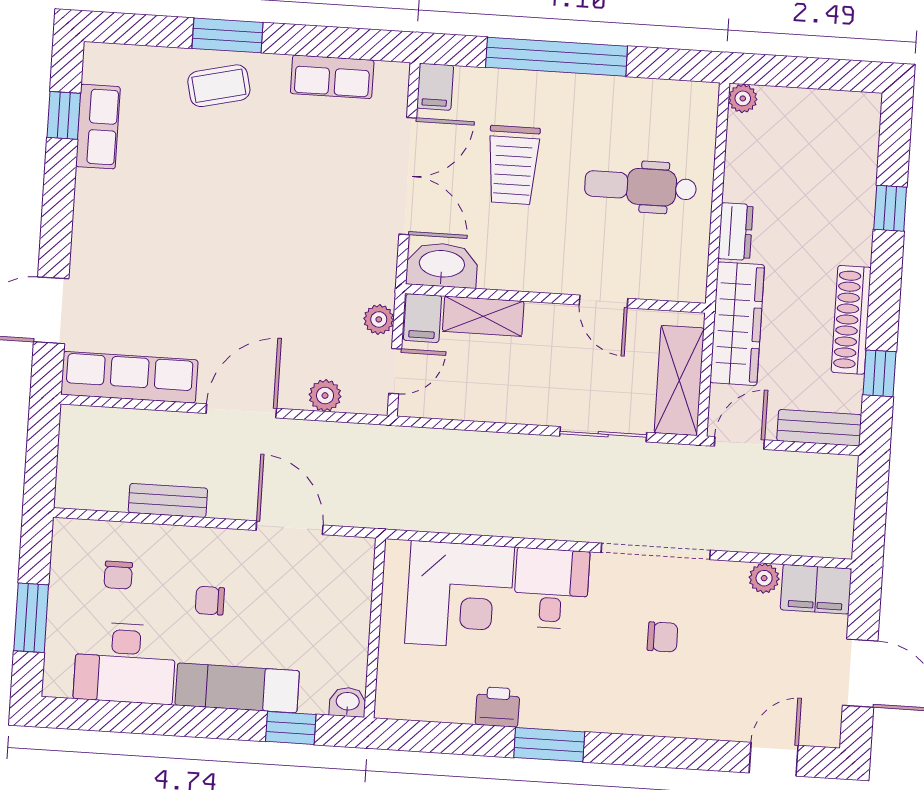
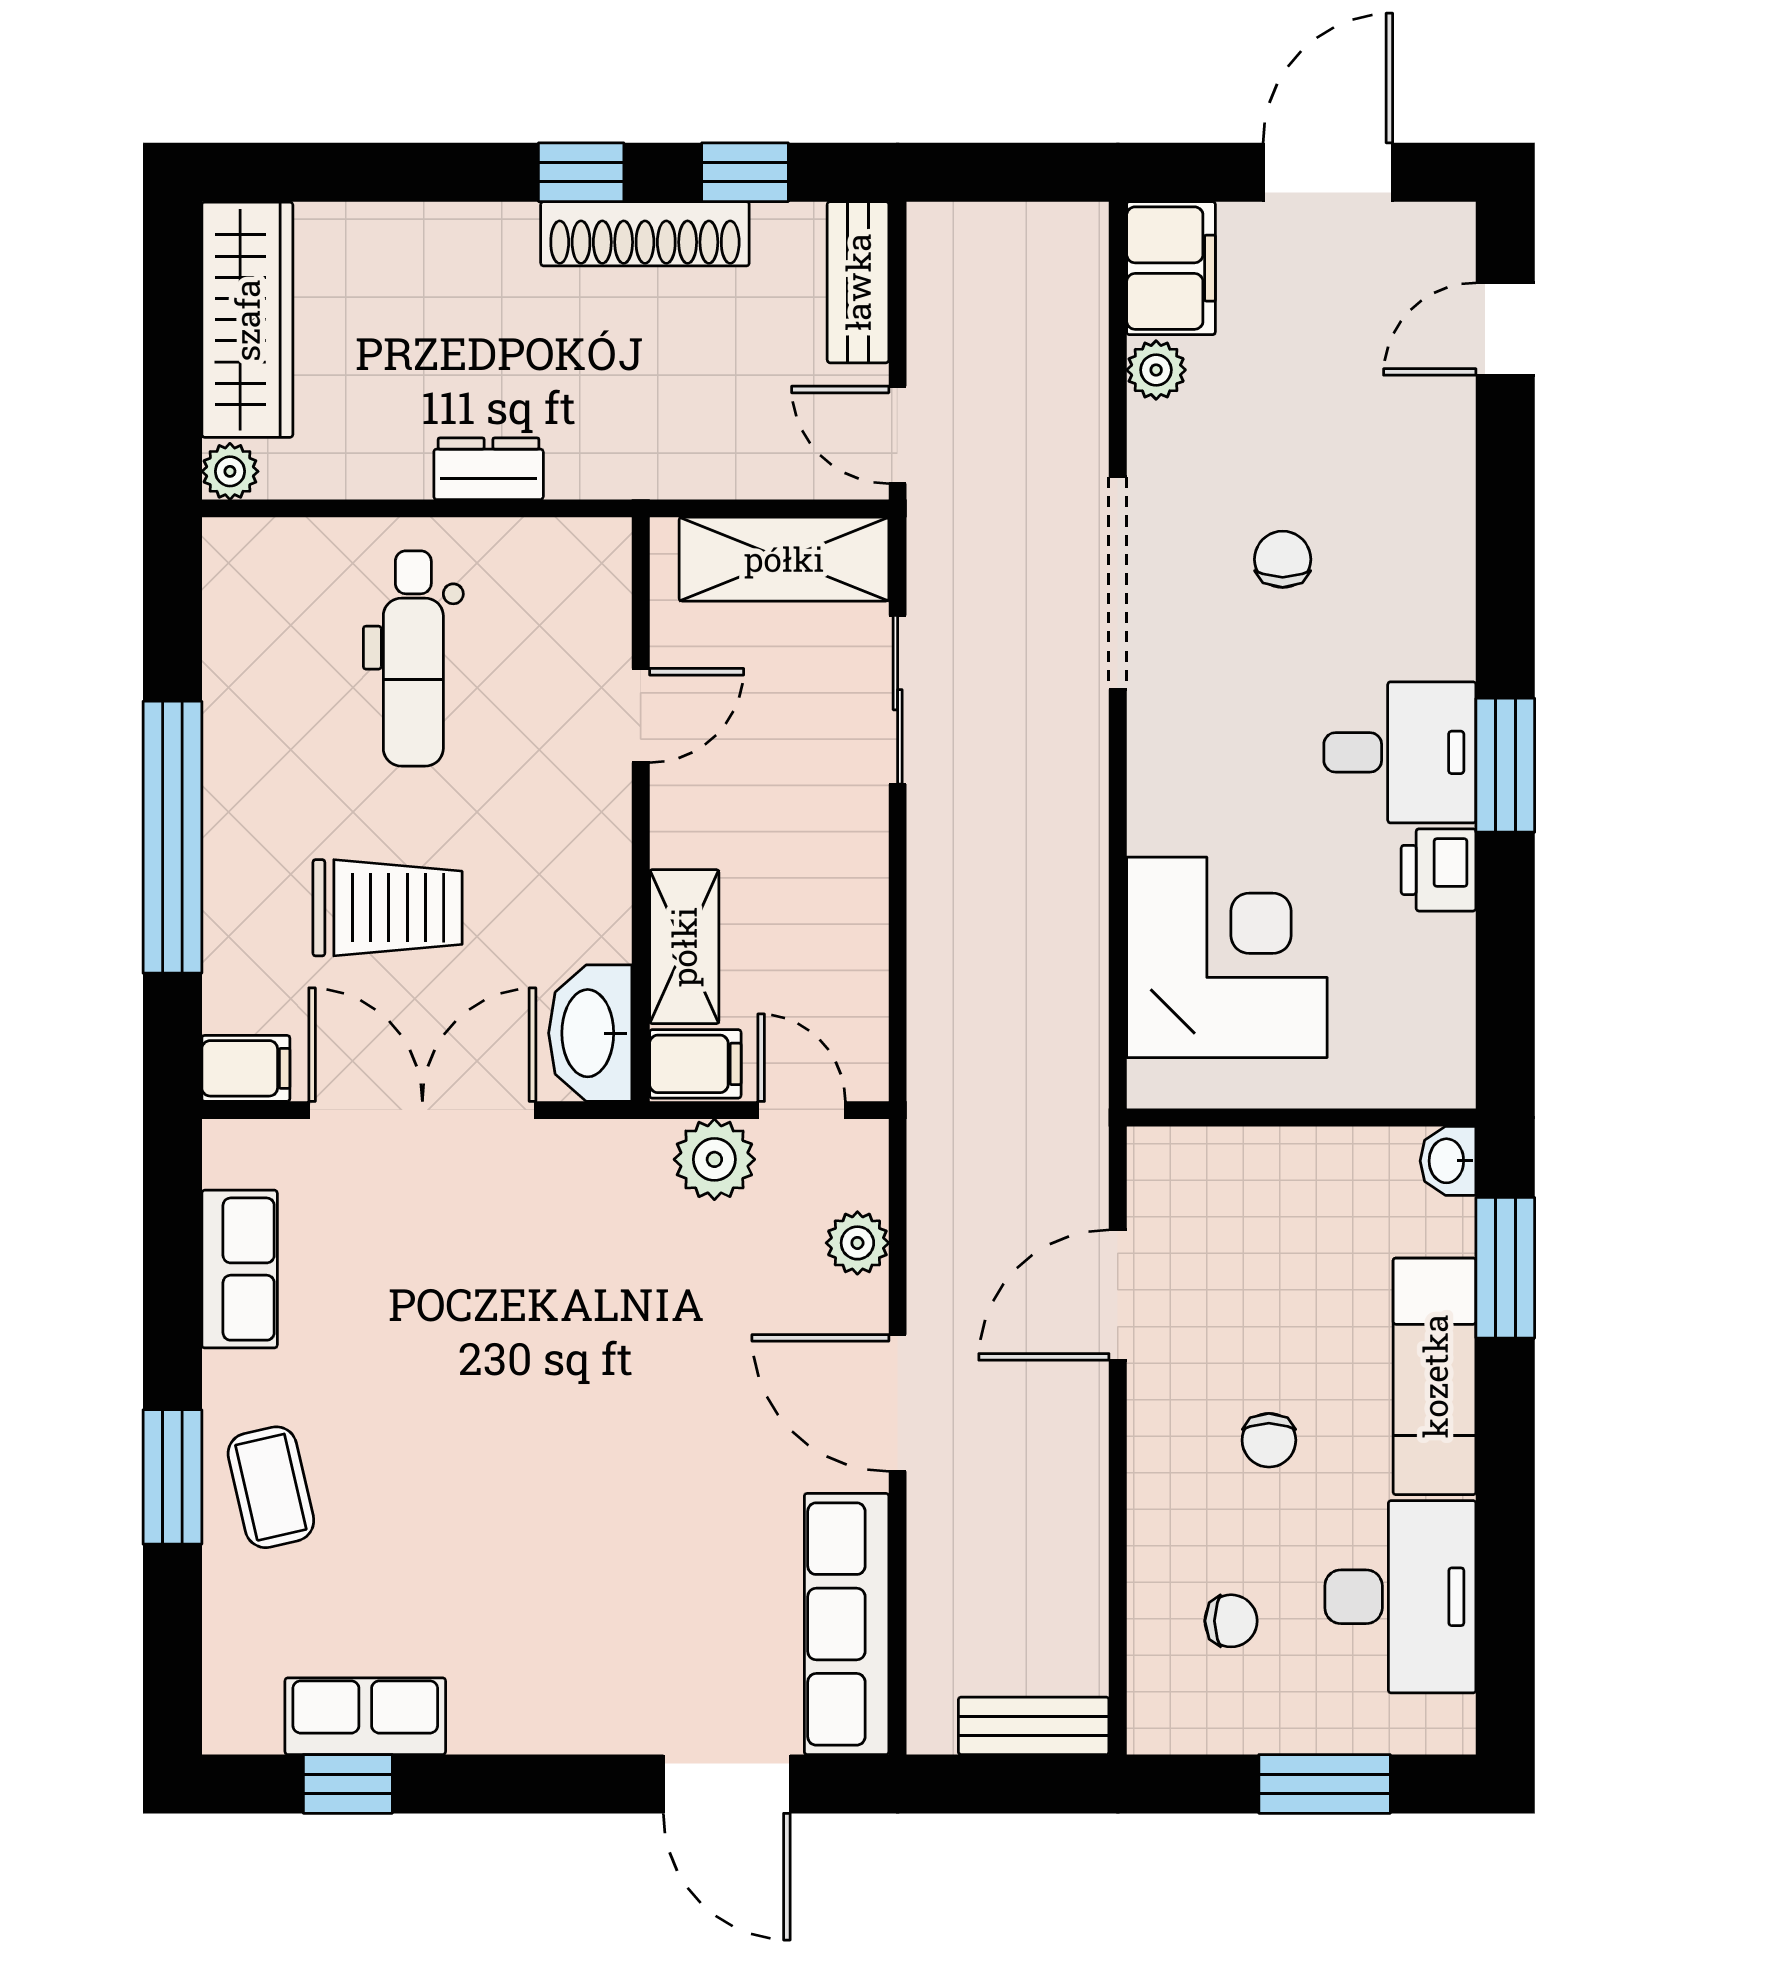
window: (890, 208) -> (581, 172), moved
plant: (379, 319) -> (714, 1159), width x1.38, depth x1.38
wardrobe: (737, 324) -> (247, 320), moved, turned 90
bench: (168, 500) -> (1034, 1726), moved, turned 90
desk: (551, 588) -> (1400, 752), moved, turned 180
window: (291, 728) -> (1505, 1268), width x1.50
door: (774, 759) -> (1505, 329), hinge flipped

